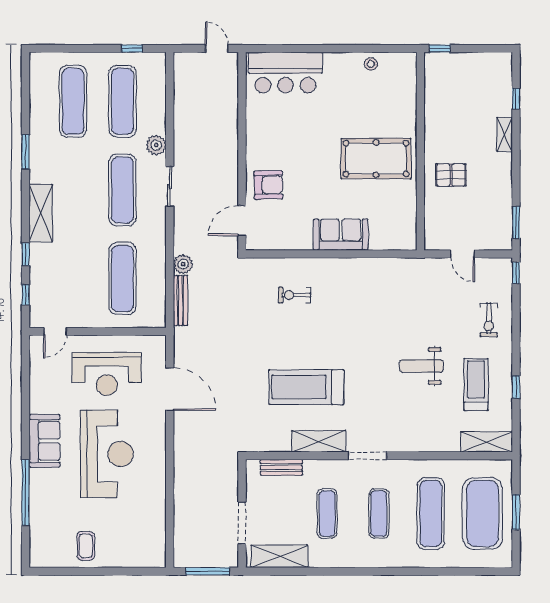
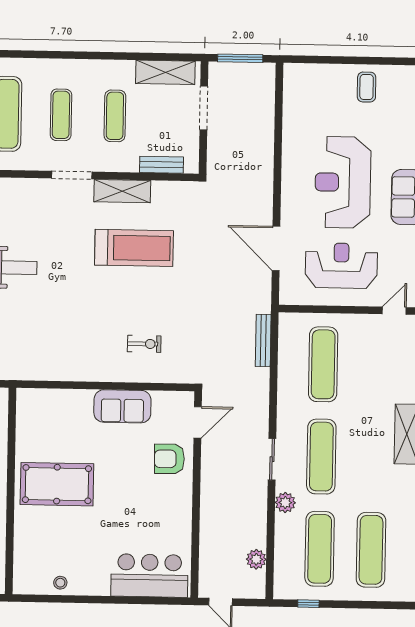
sofa: (341, 235) -> (122, 406), moved
plant: (183, 264) -> (256, 559), moved

